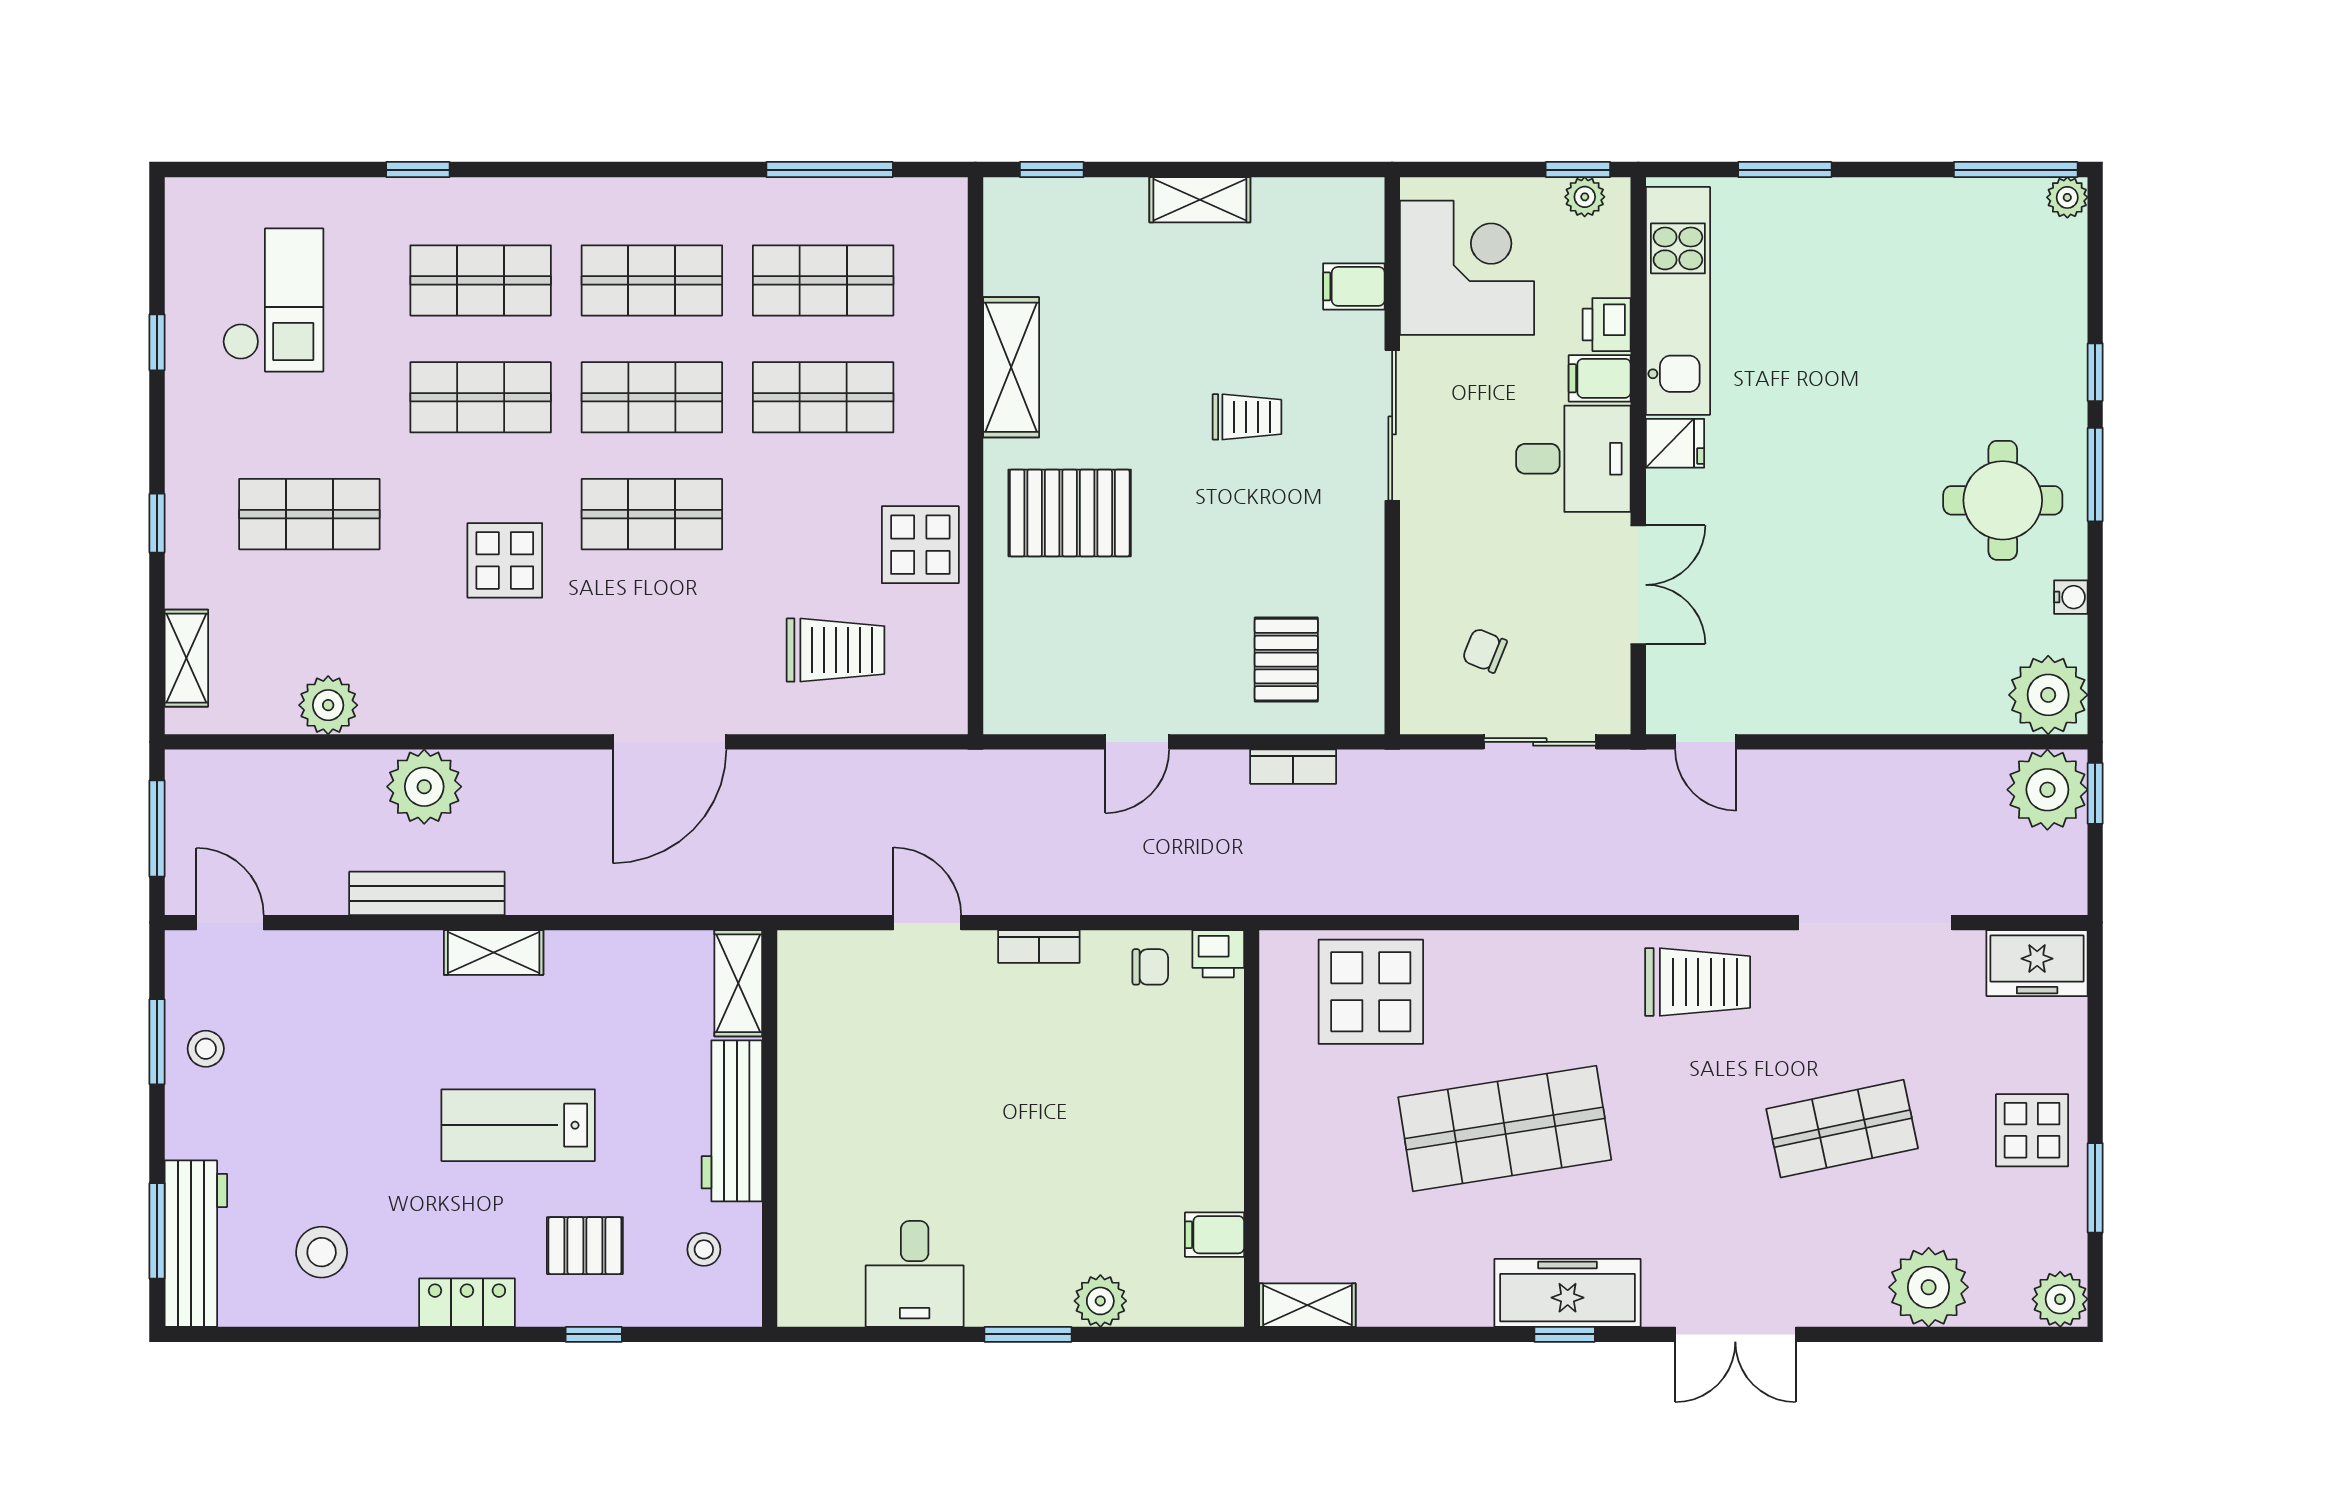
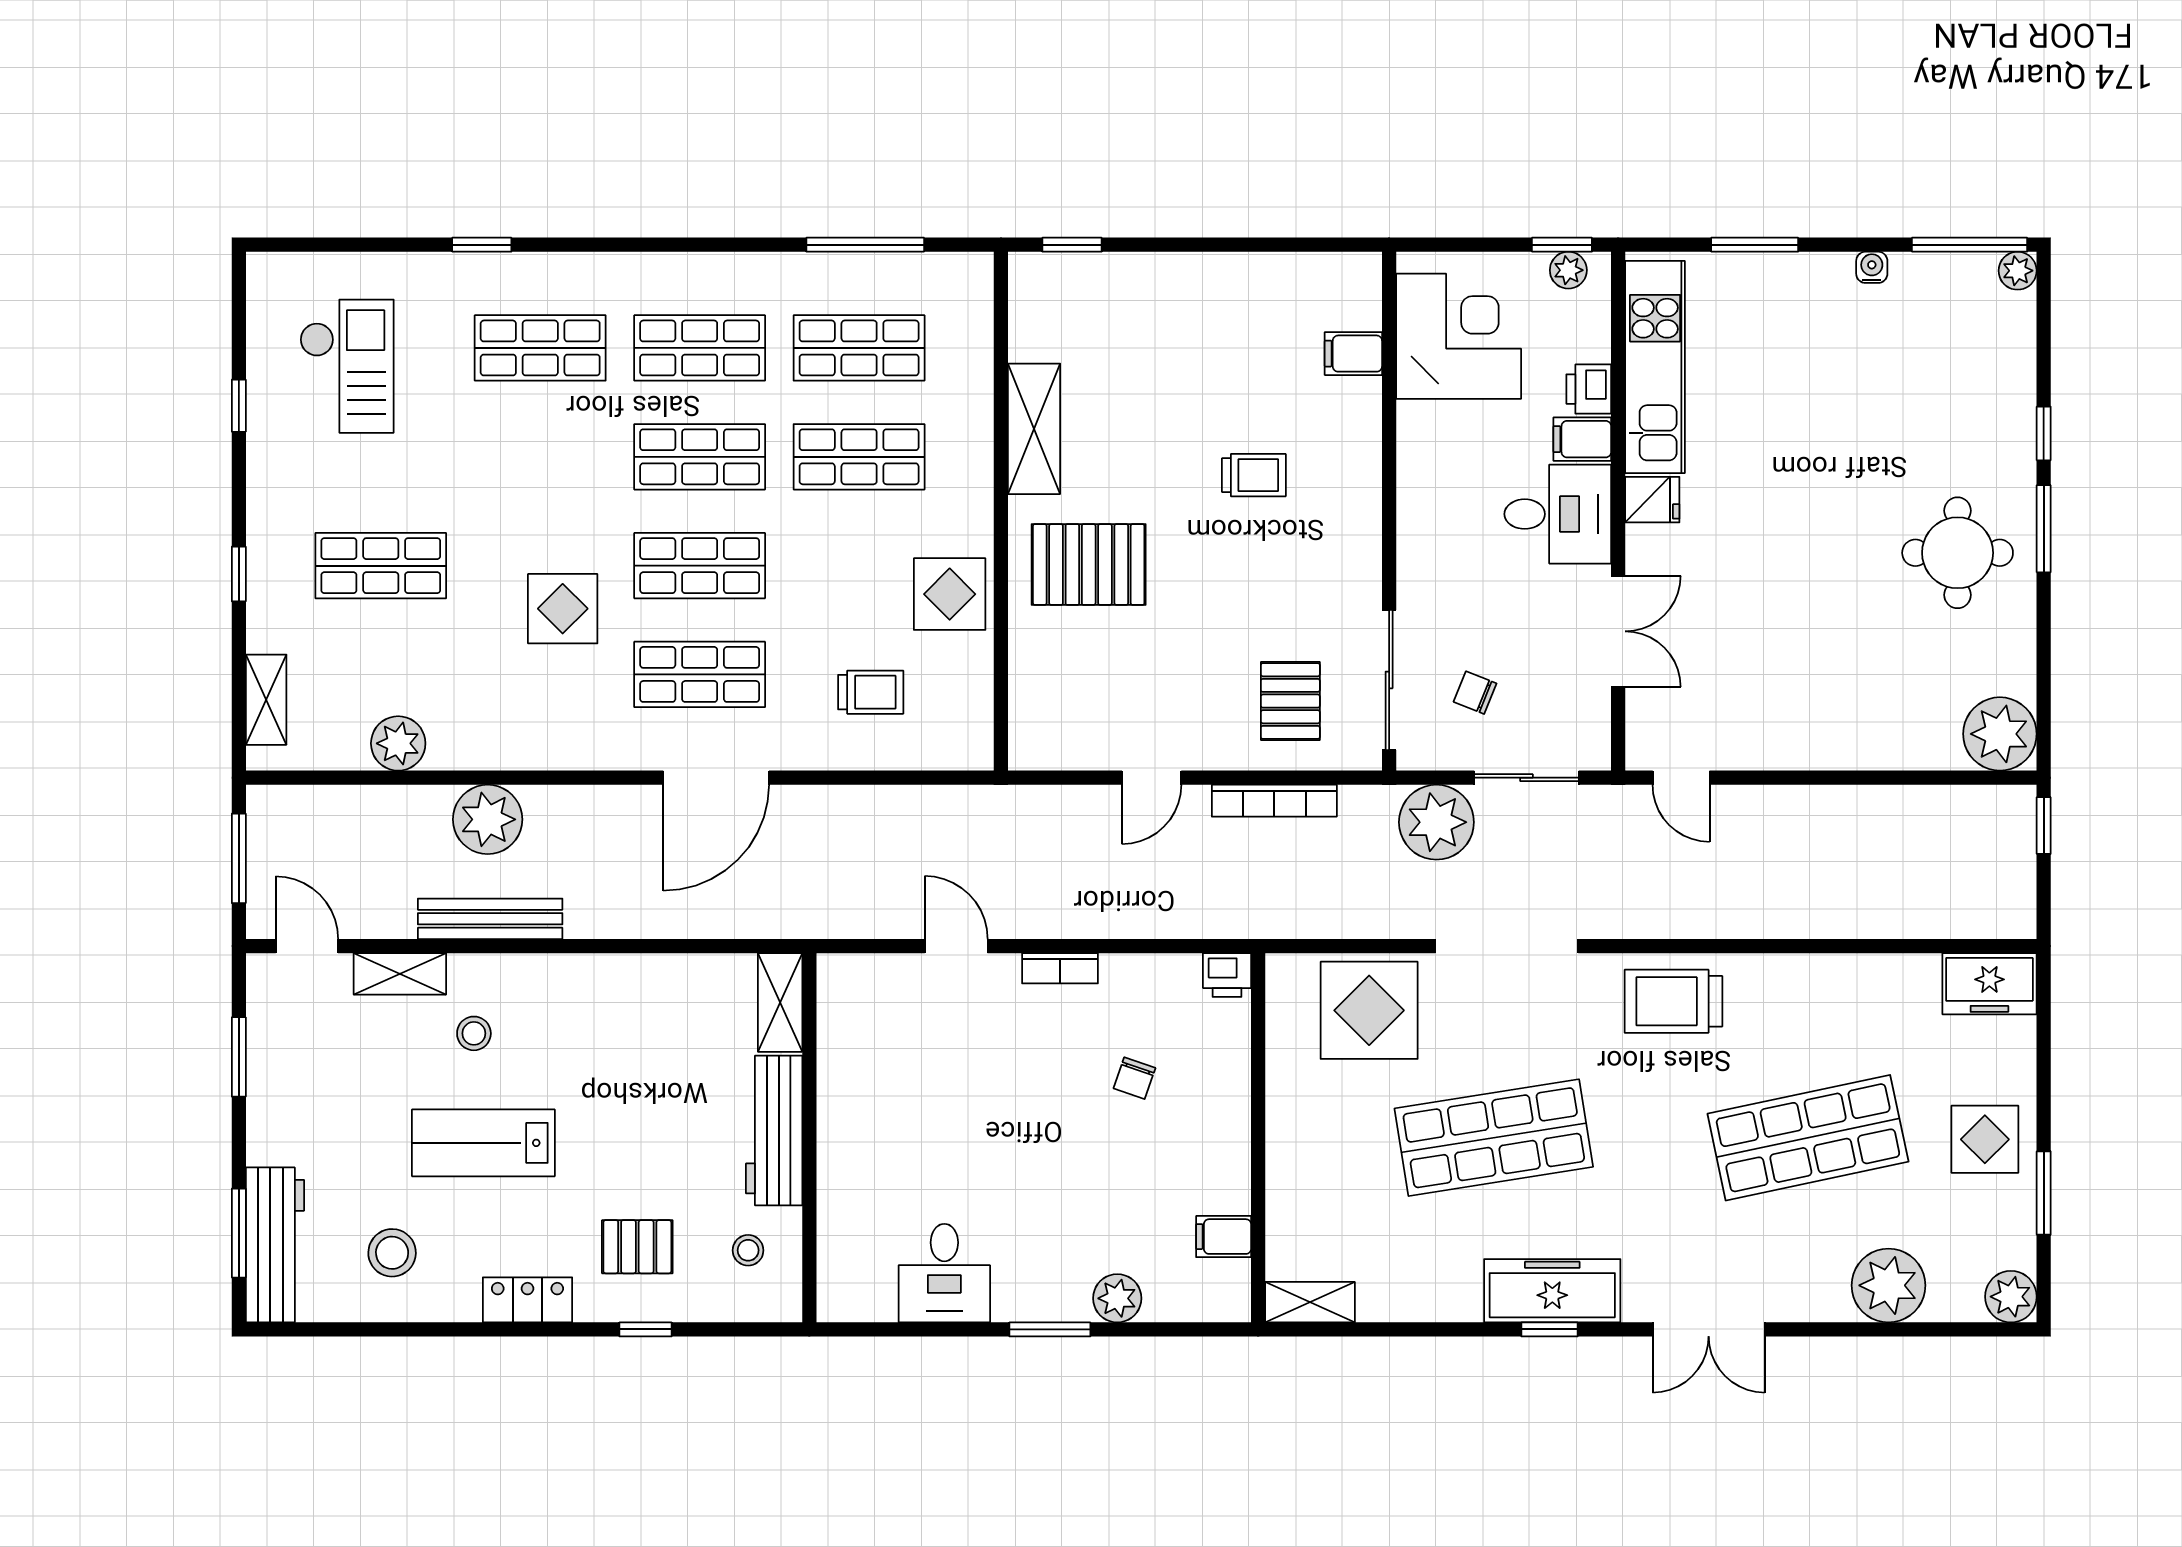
shelving: (1200, 200) -> (1210, 273), removed
shop shelf: (481, 397) -> (700, 674), moved
sliding door: (1392, 425) -> (1389, 680), moved
water cooler: (2071, 597) -> (1872, 267), moved, turned -90
trolley: (836, 650) -> (871, 692), width x0.73, depth x0.72
bookcase: (1293, 767) -> (1274, 801), width x1.56
plant: (2047, 790) -> (1436, 822), moved
doorway: (1875, 923) -> (1507, 946), moved
shelving: (494, 953) -> (400, 974), moved
chair: (1150, 967) -> (1134, 1078), moved, turned 109
trolley: (1698, 982) -> (1673, 1001), turned 180
stool: (206, 1049) -> (474, 1033), moved
lab bench: (518, 1125) -> (483, 1143), moved
shop shelf: (1842, 1129) -> (1808, 1138), width x1.43, depth x1.36

